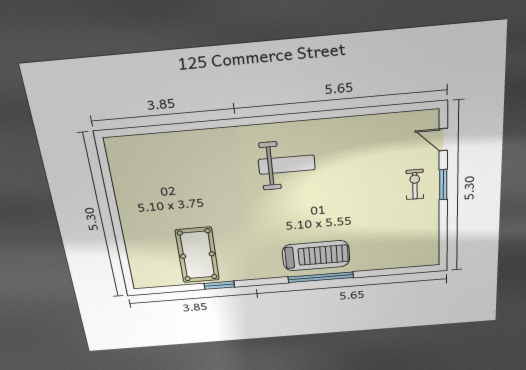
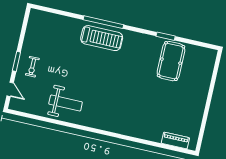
piano: (141, 144) -> (175, 140), added
weight bench: (287, 165) -> (66, 103), moved, turned 180
treadmill: (316, 256) -> (102, 38), turned 180

